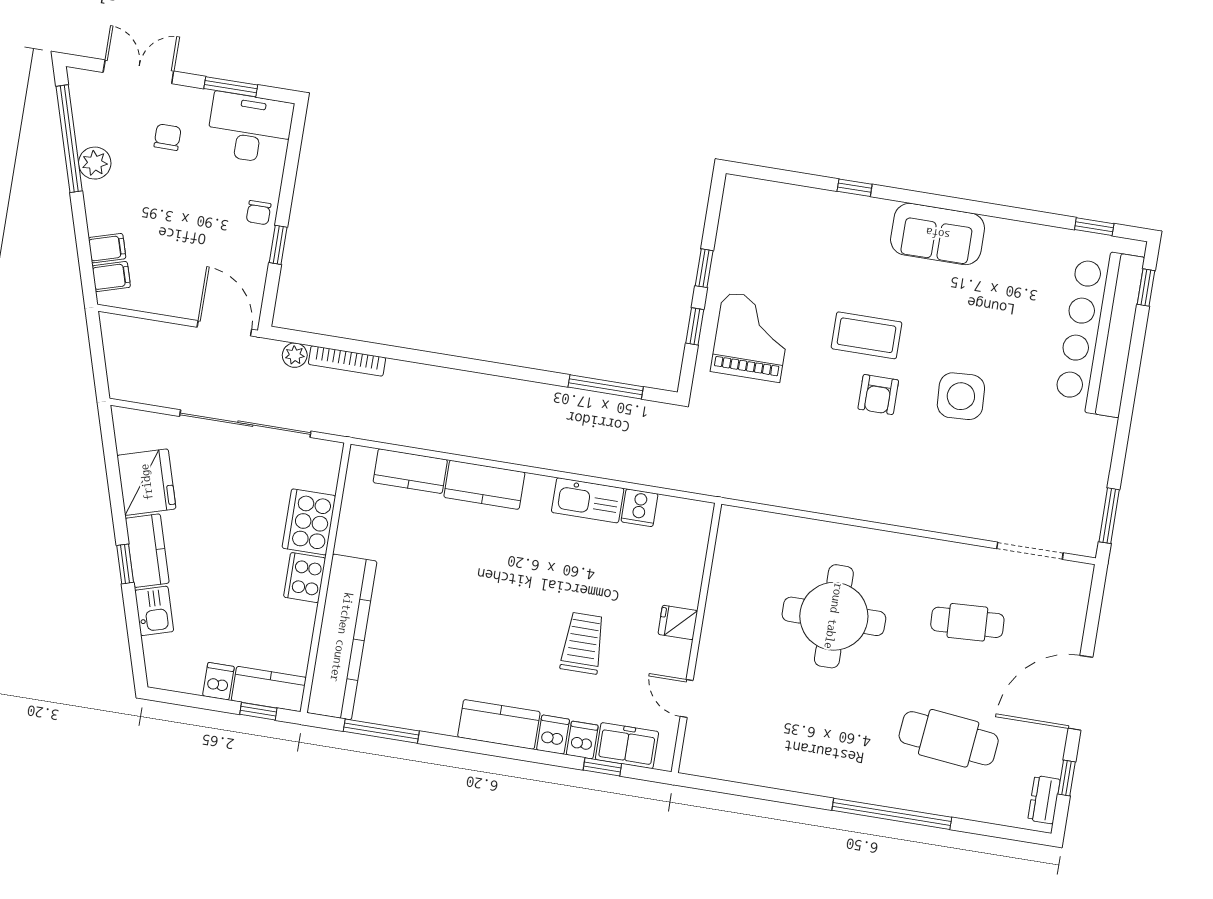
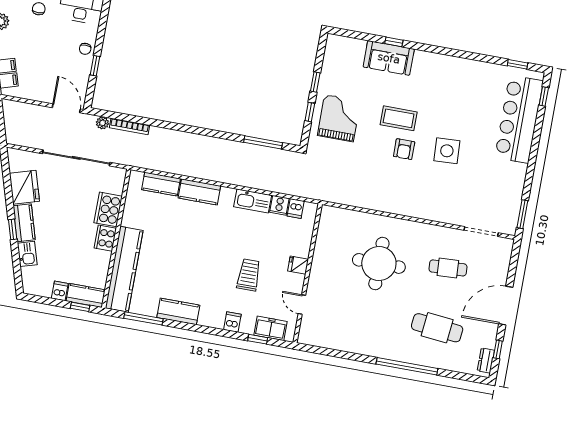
sofa: (938, 234) -> (389, 58), moved
kitchen counter: (499, 724) -> (178, 311), moved
dishwasher: (582, 740) -> (296, 208), moved, turned 180

